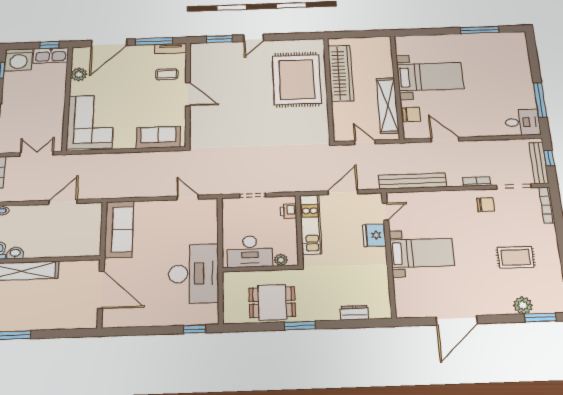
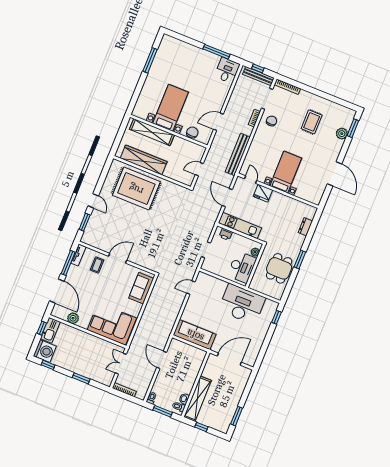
shelving: (388, 105) -> (152, 132), moved

